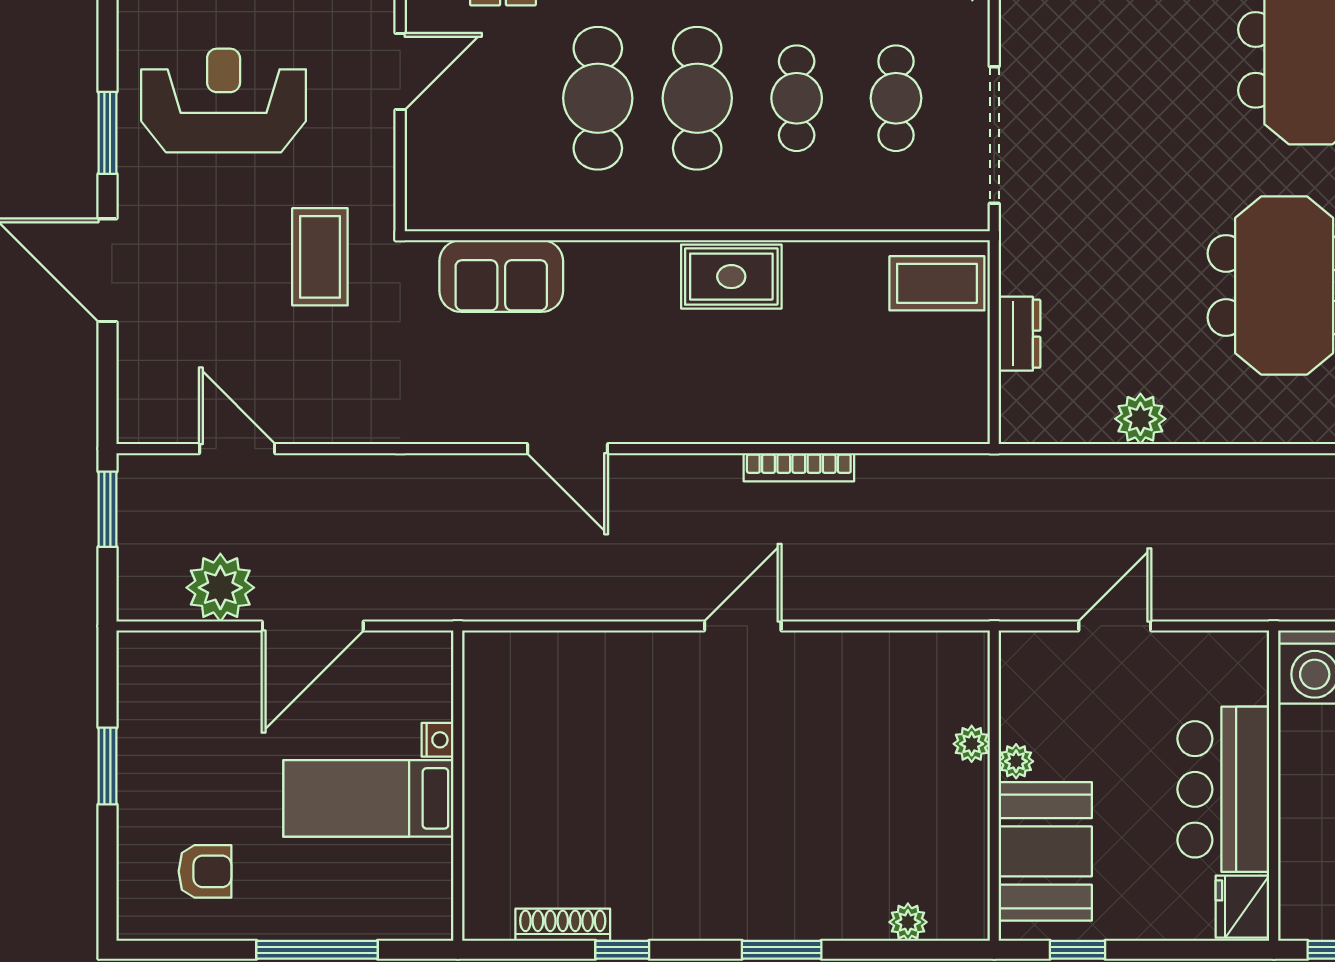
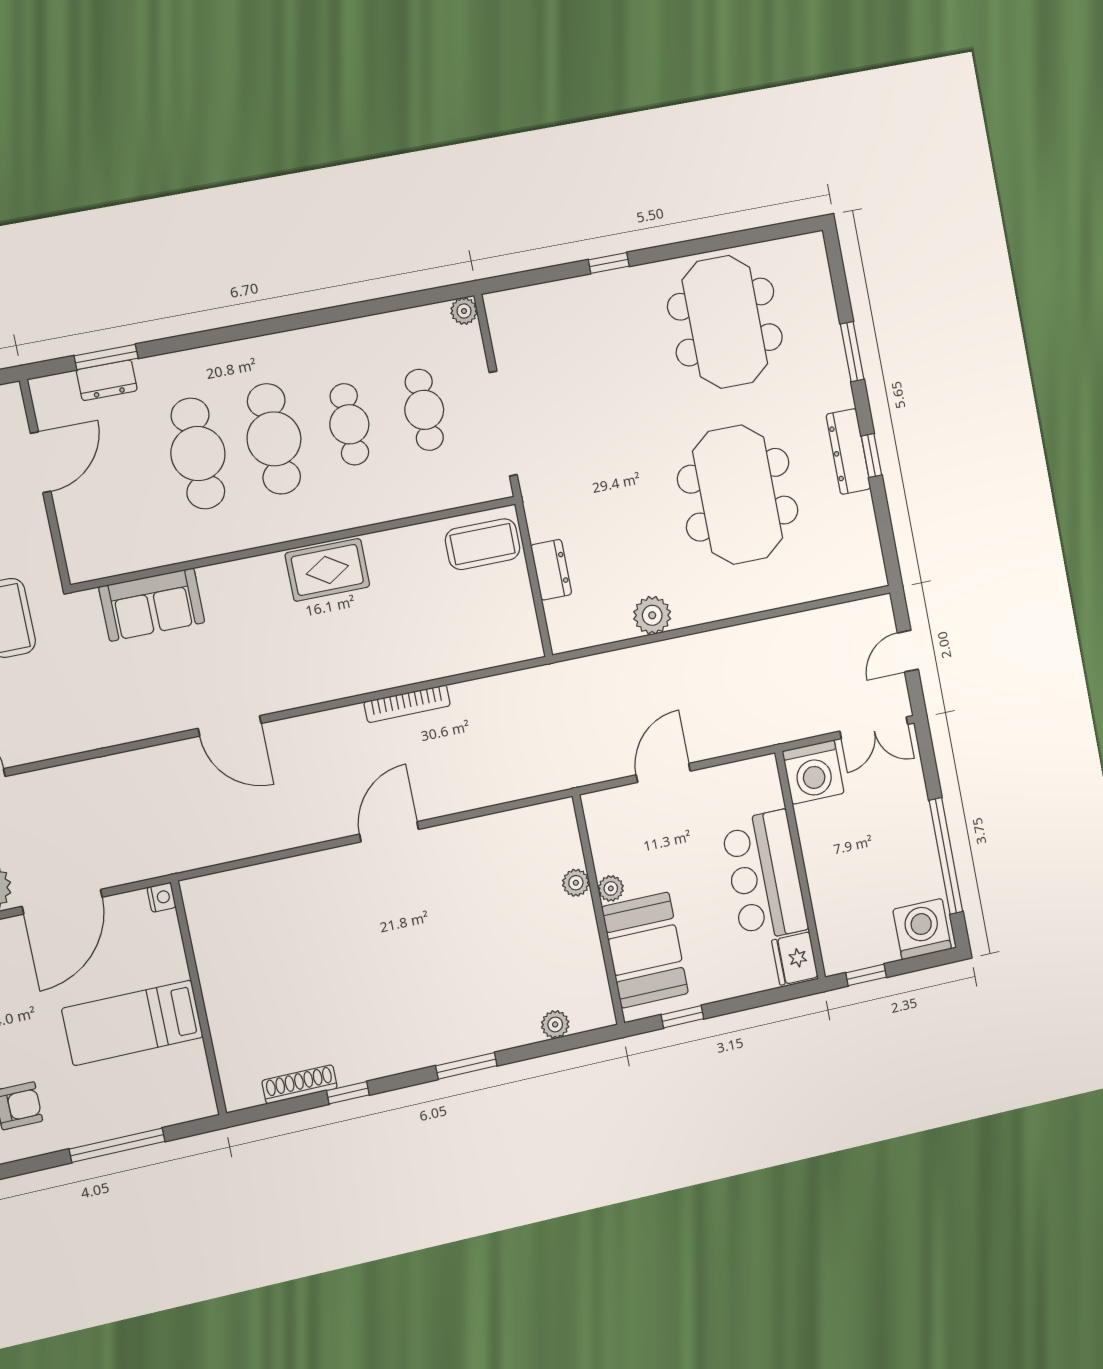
nightstand: (437, 740) -> (161, 897), moved

